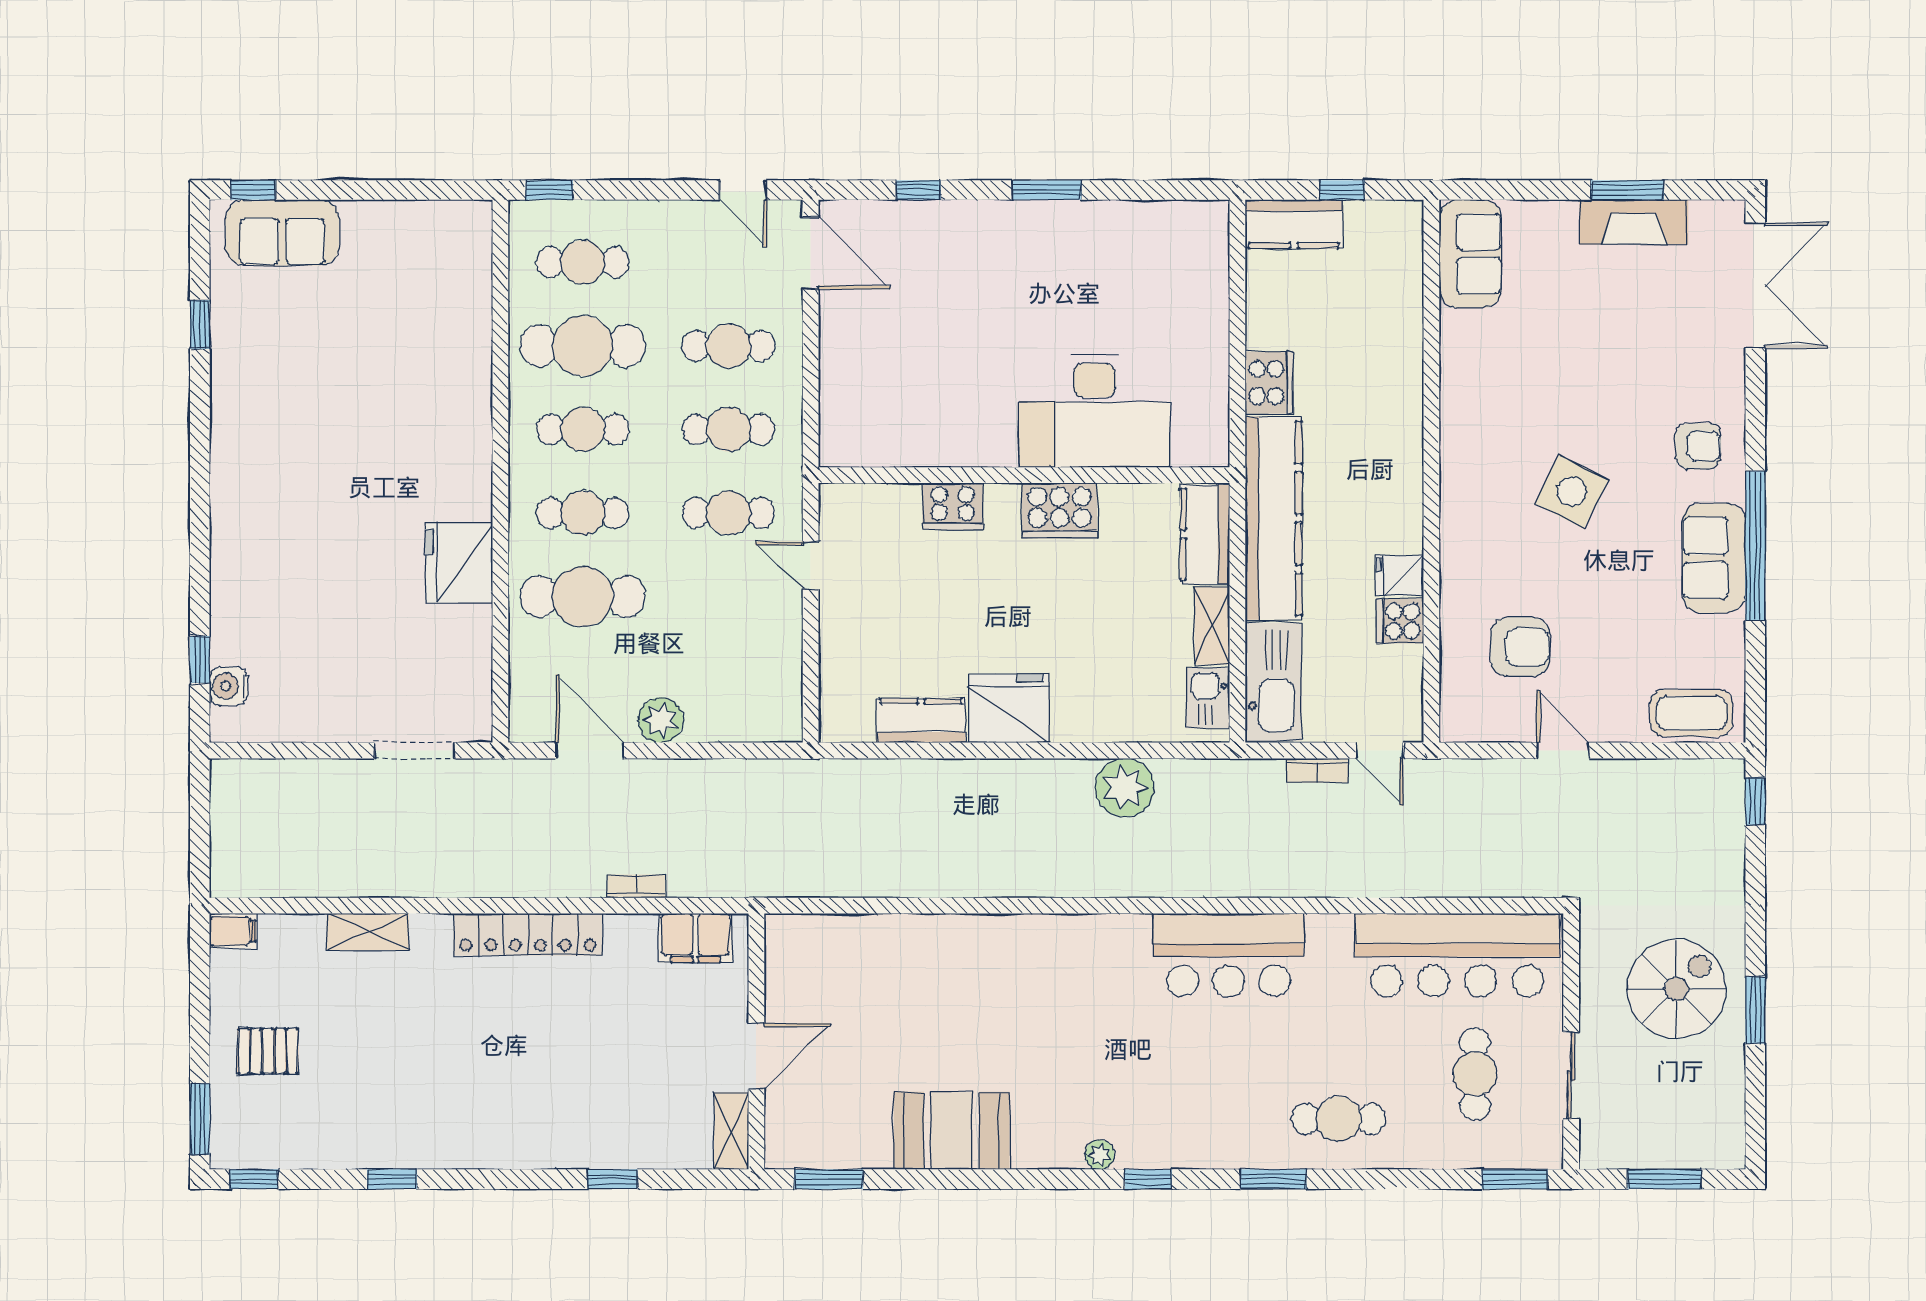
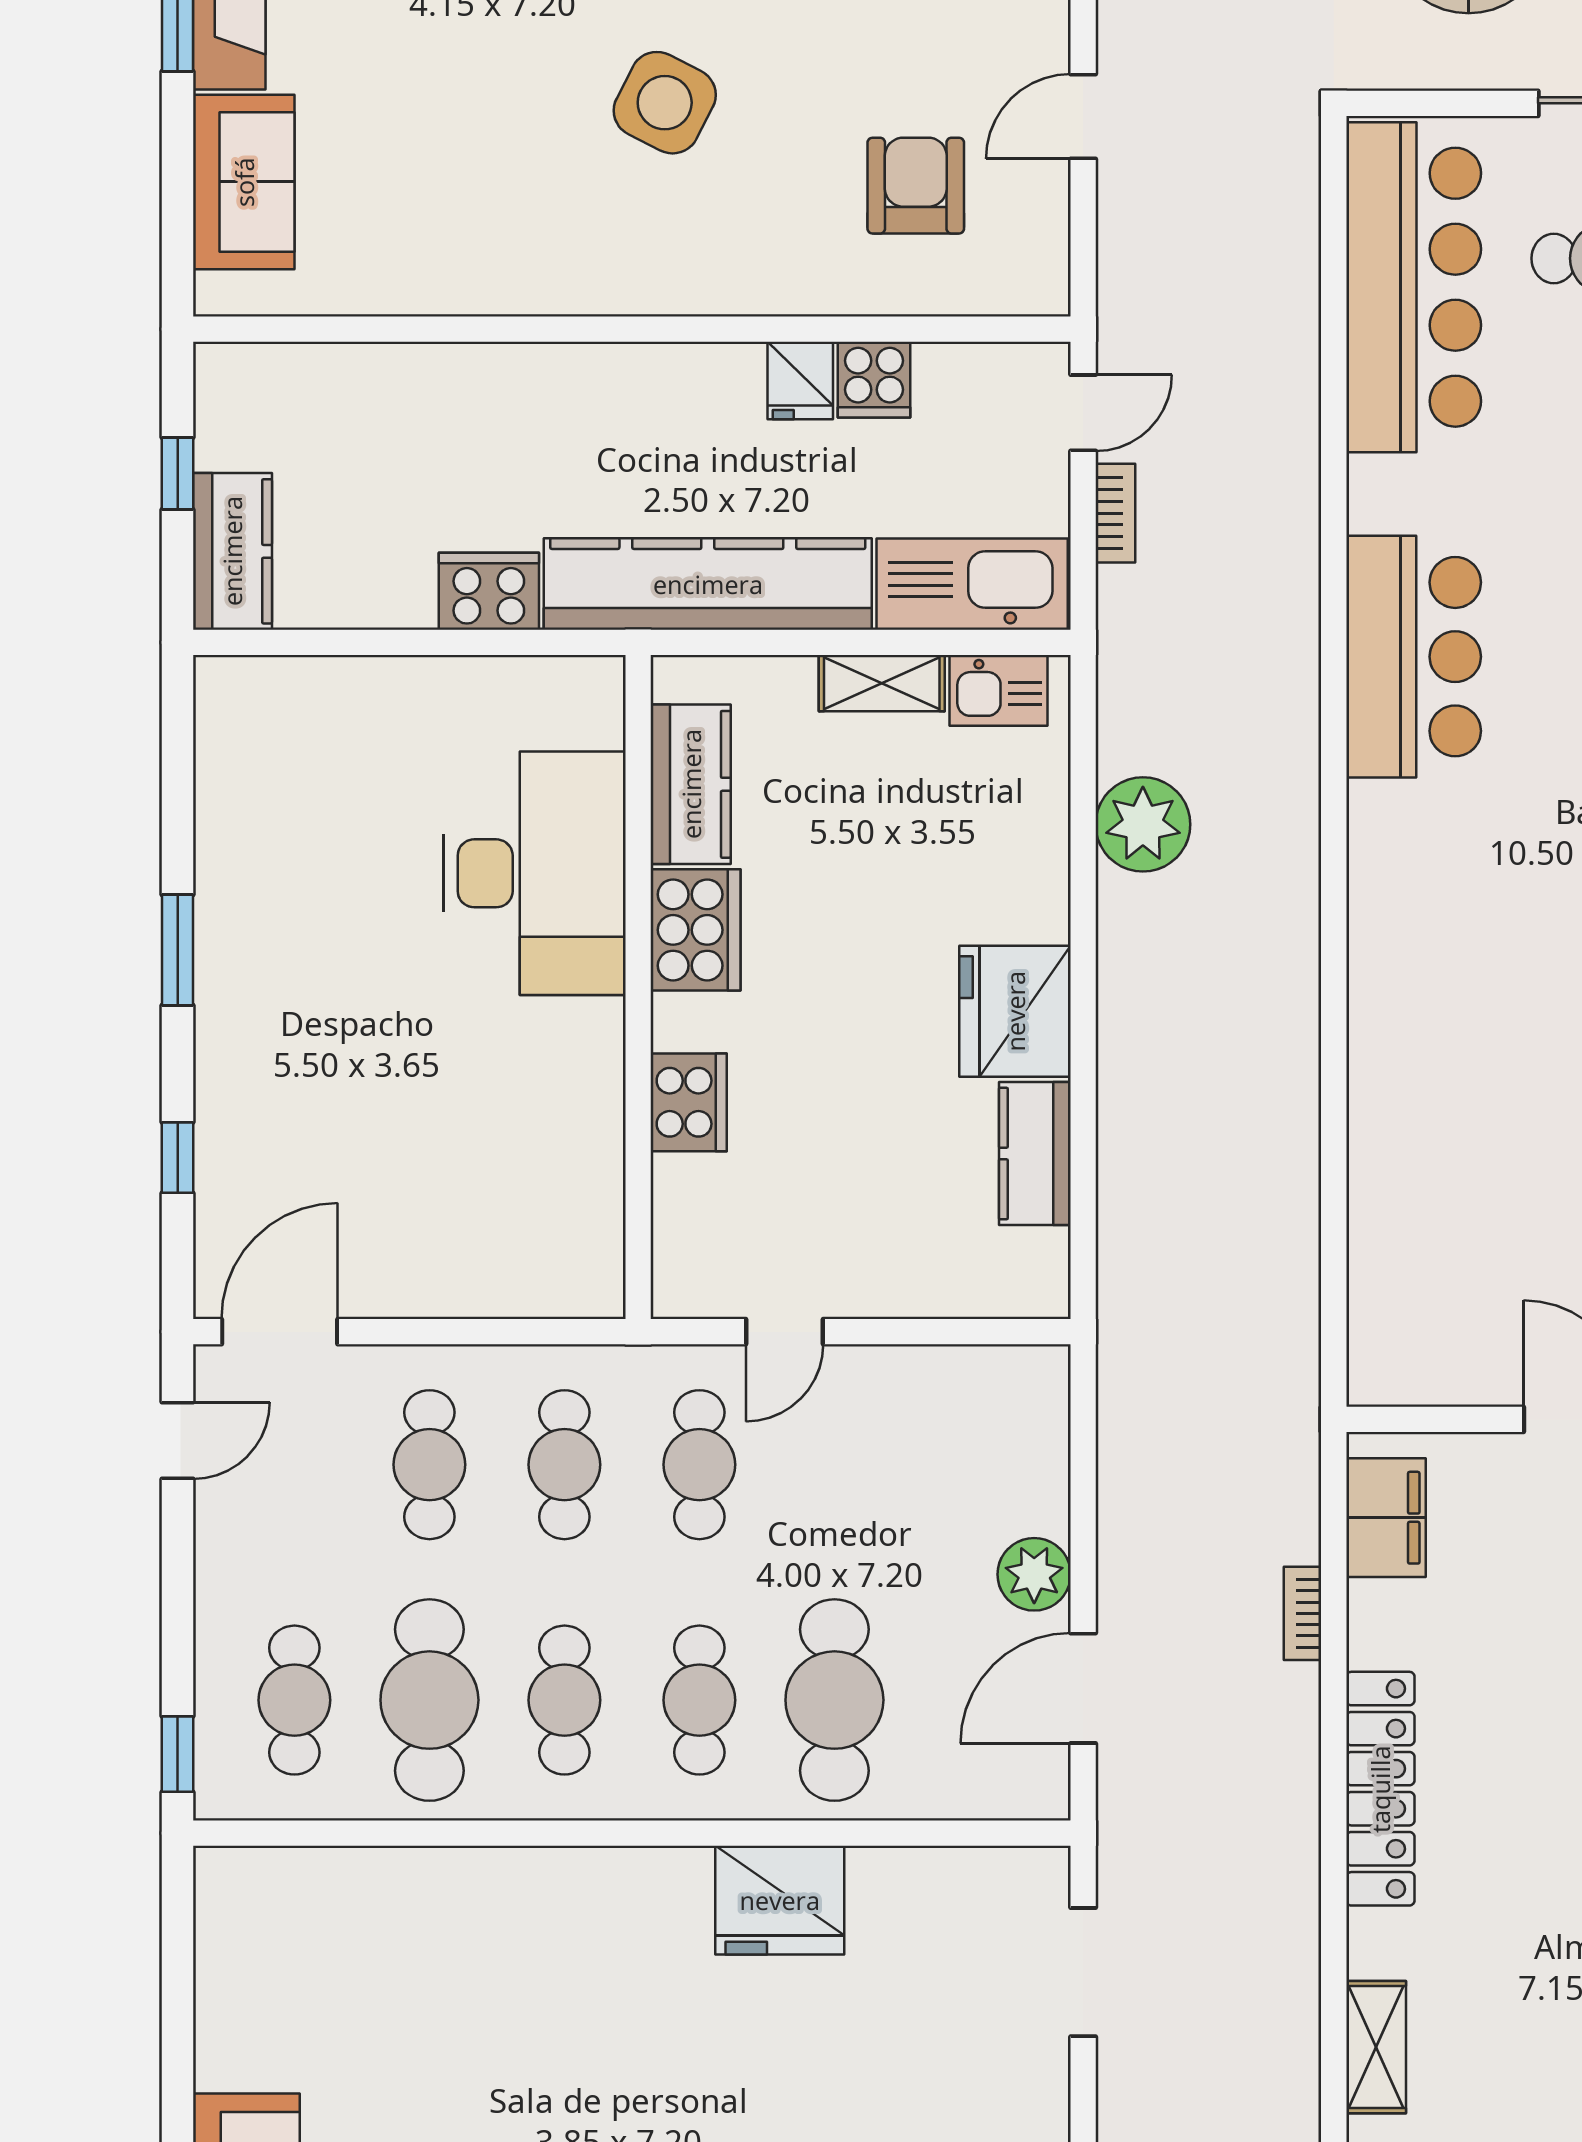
sofa: (1470, 254) -> (244, 182), moved, turned 90
kitchen counter: (1205, 534) -> (691, 784), moved, turned -90

